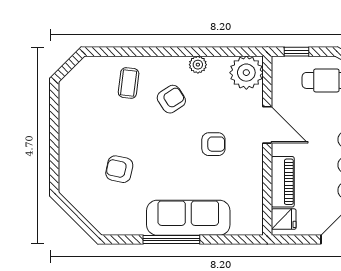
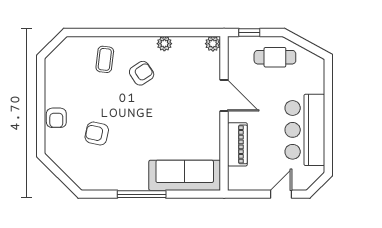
plant: (246, 73) -> (213, 44), width x0.53, depth x0.53
armchair: (213, 144) -> (56, 118), moved, turned 90
sofa: (188, 218) -> (185, 175), moved
fridge: (284, 219) -> (238, 176), removed

